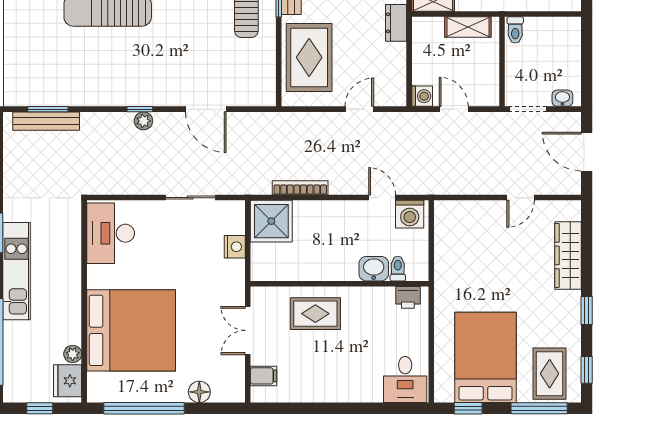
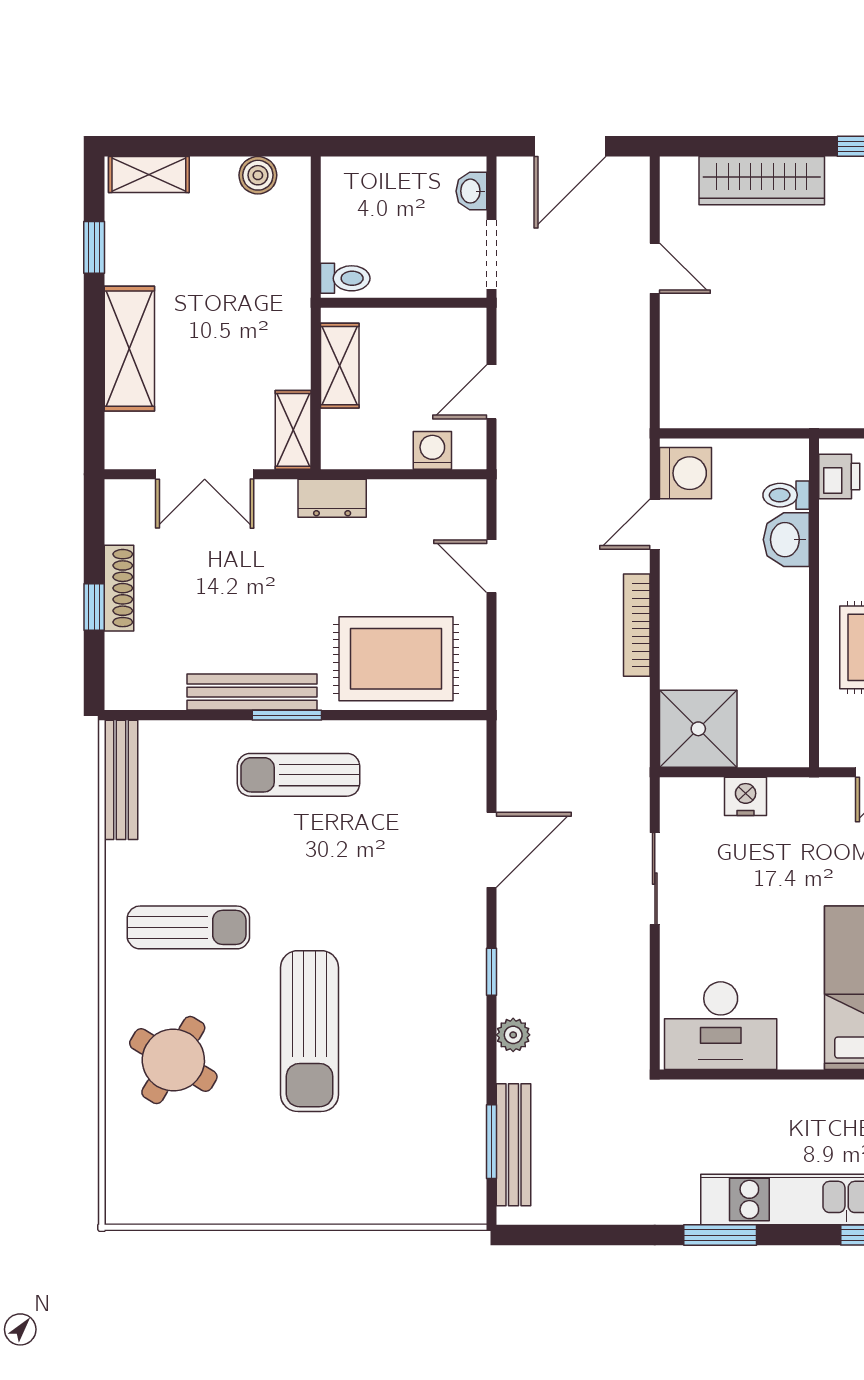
washing machine: (422, 96) -> (432, 450), moved
plant: (143, 121) -> (513, 1035), moved
bookcase: (300, 188) -> (637, 625), moved

